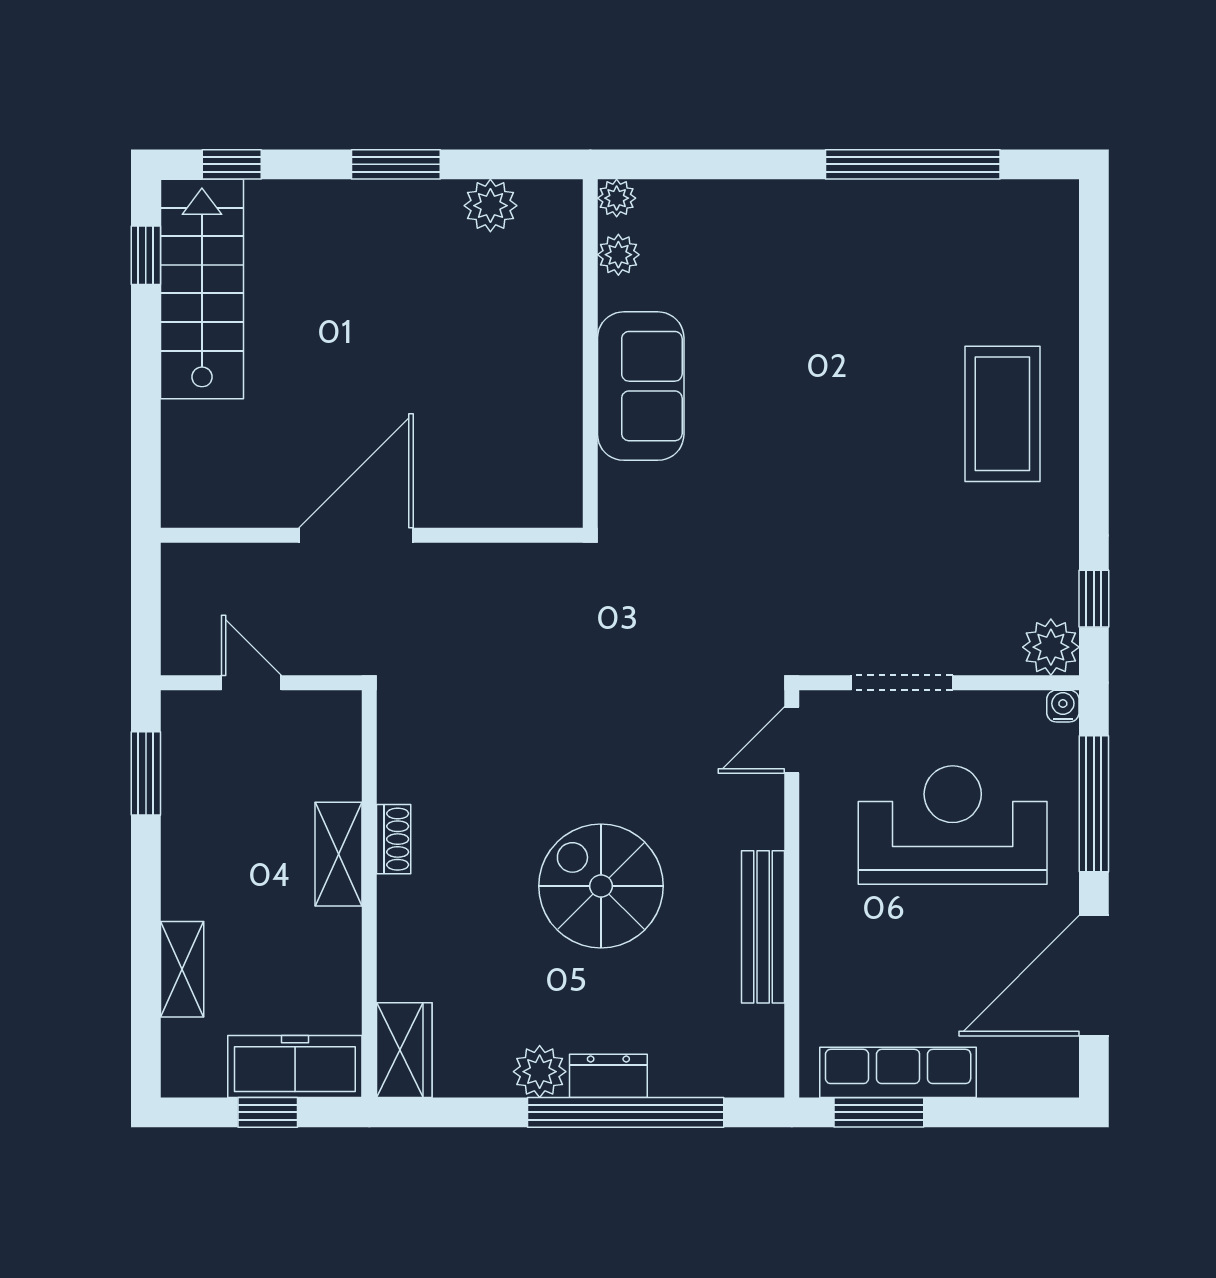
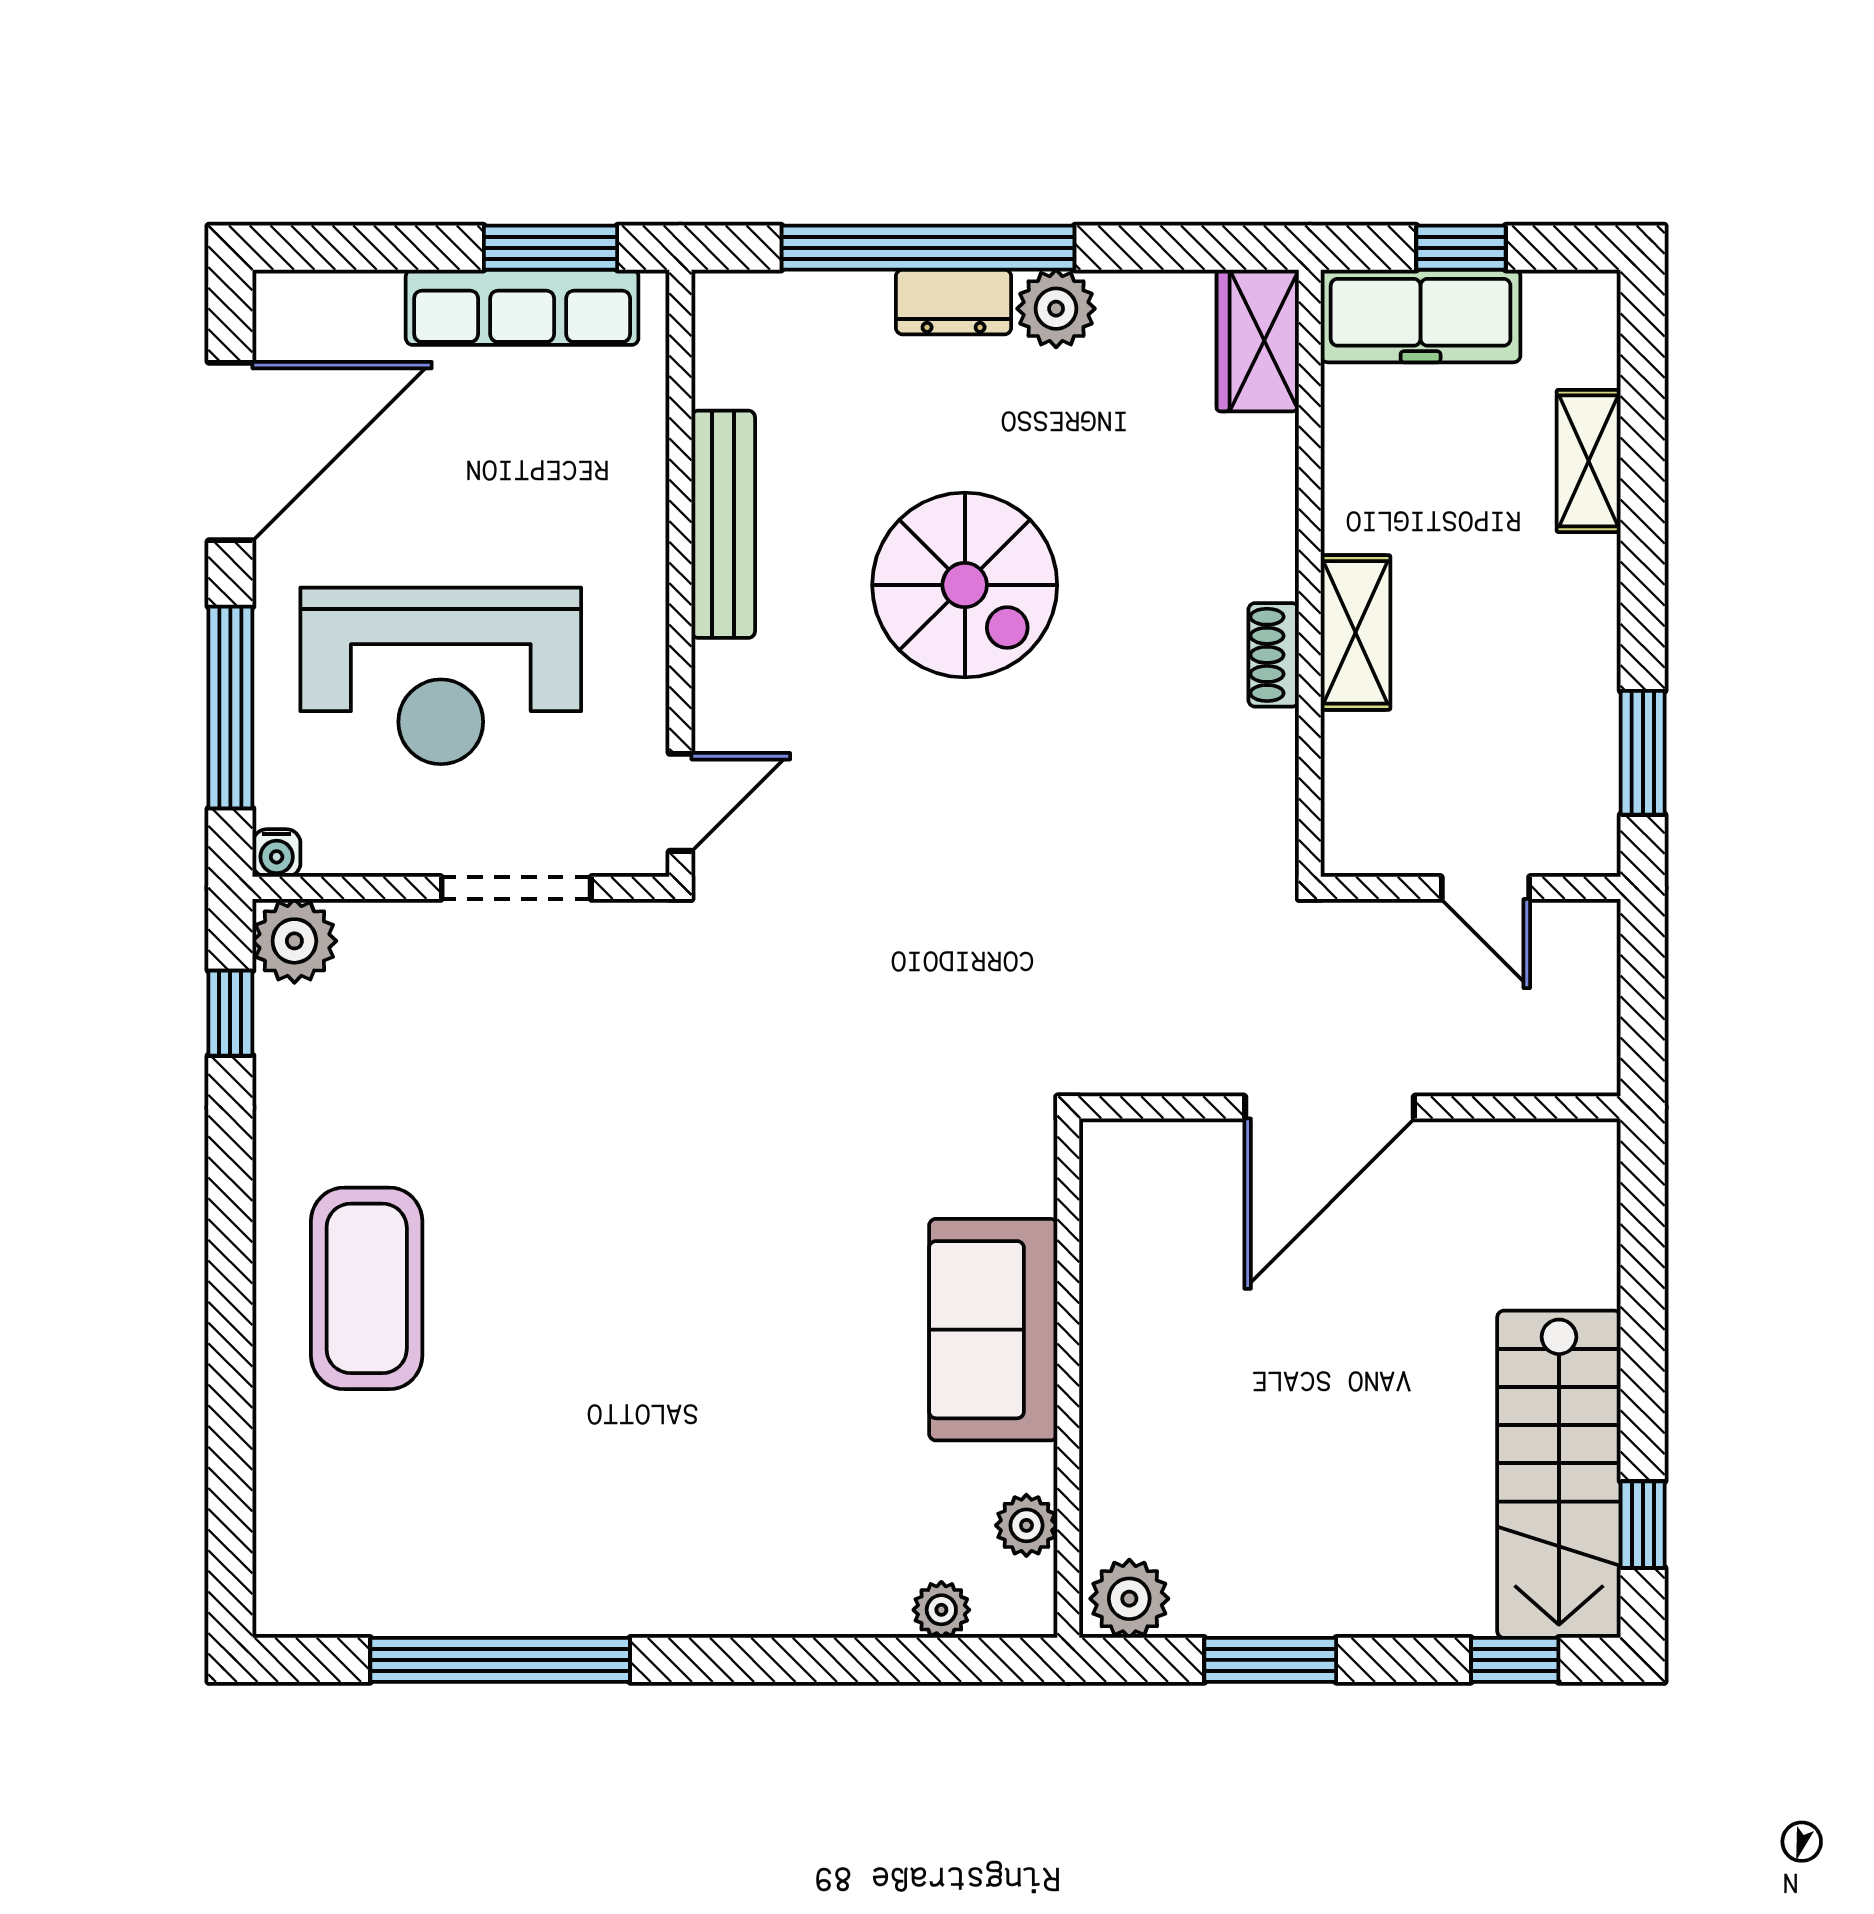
plant: (618, 255) -> (1026, 1525), moved
wall: (590, 354) -> (1068, 1378), moved
sofa: (641, 386) -> (993, 1330), moved

